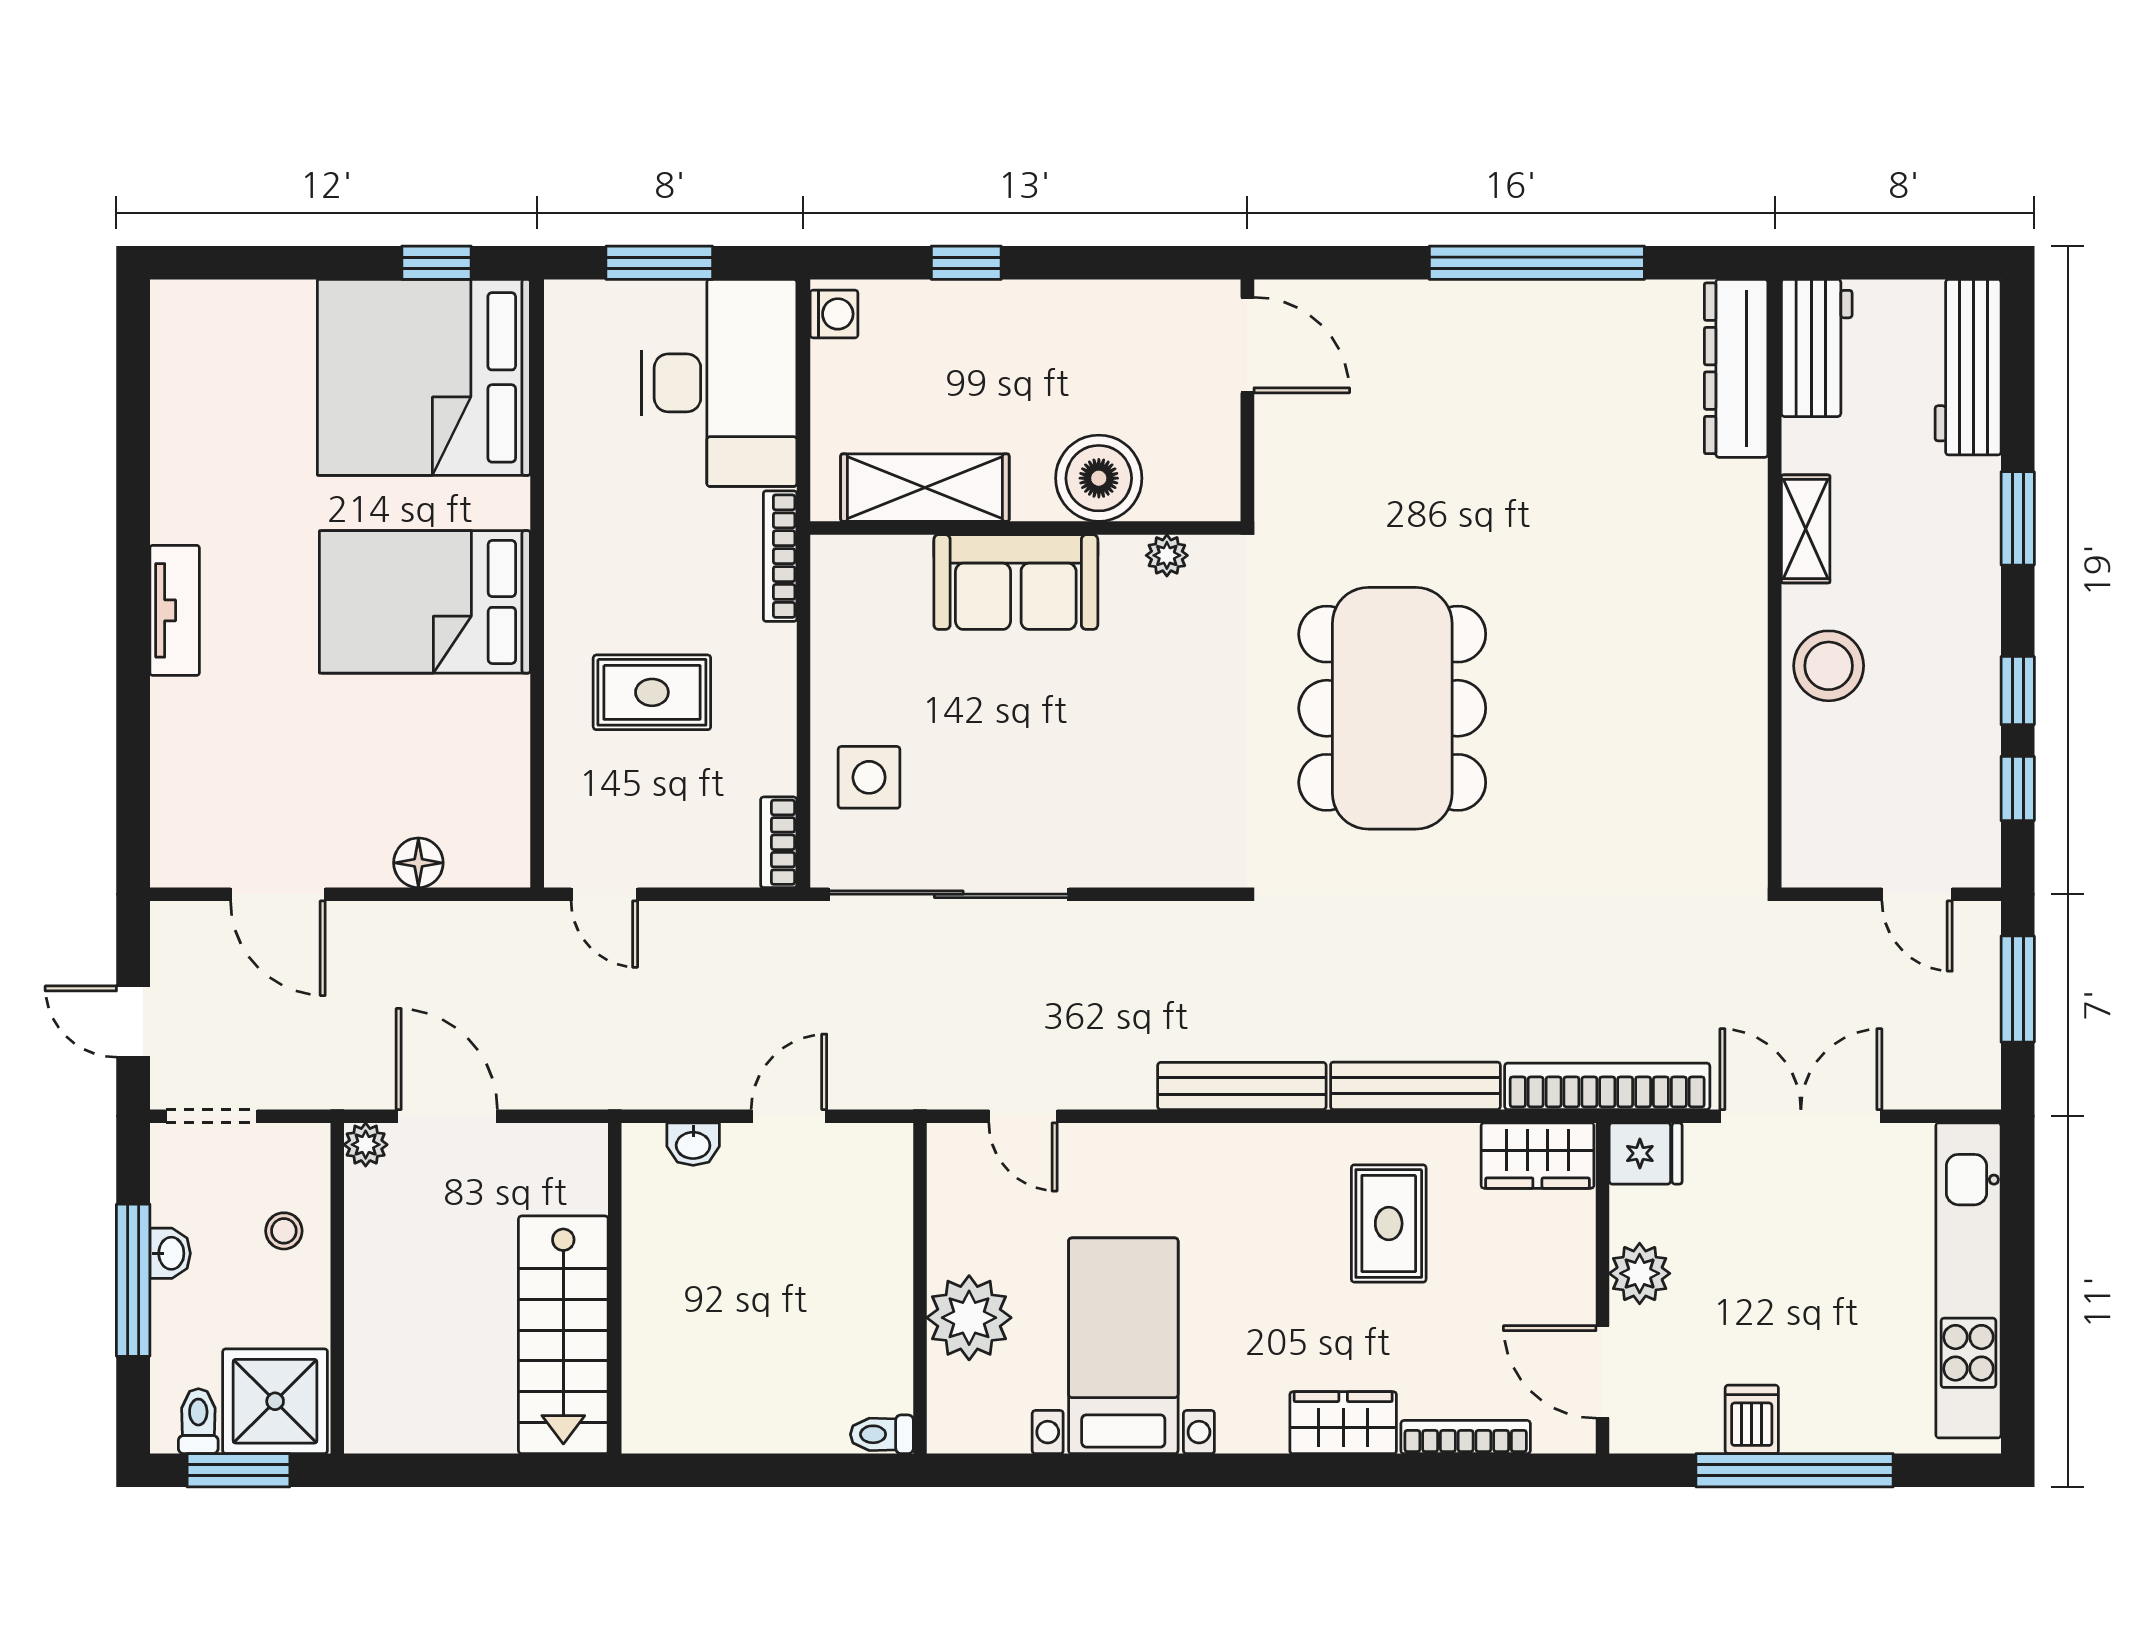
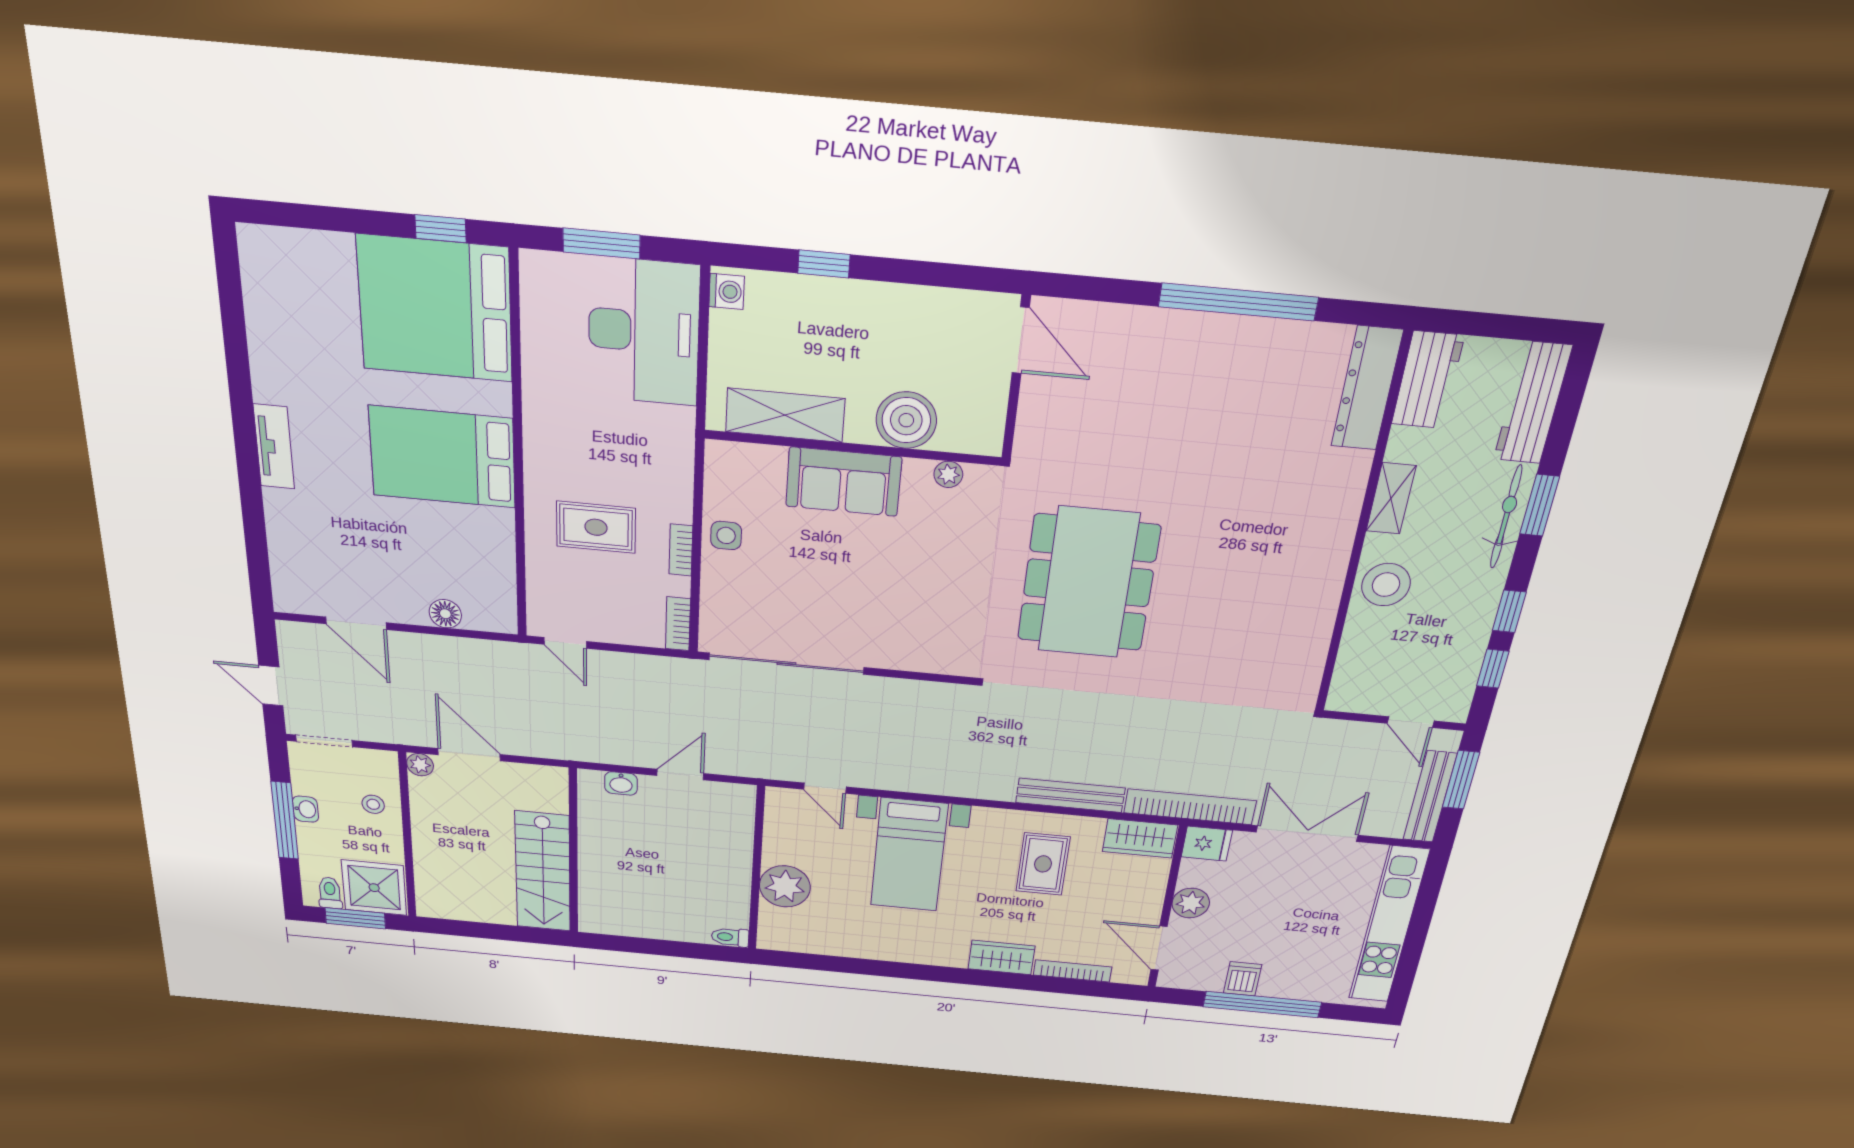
bicycle: (1975, 541) -> (1506, 517), added
bookcase: (780, 556) -> (681, 550), moved, width x0.64
side table: (869, 777) -> (726, 535), moved, width x0.73, depth x0.73
bench: (1242, 1086) -> (1430, 797), moved, turned 90
bed with nightstands: (1123, 1346) -> (909, 855), moved, turned 180

